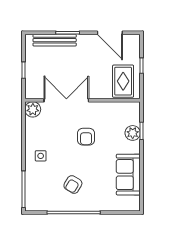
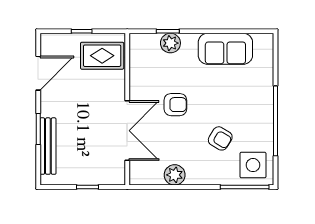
double door: (66, 100) -> (127, 131), swing flipped
plant: (33, 109) -> (175, 175), moved
side table: (41, 156) -> (253, 165), moved, width x1.87, depth x1.87
armchair: (73, 184) -> (220, 138), moved

